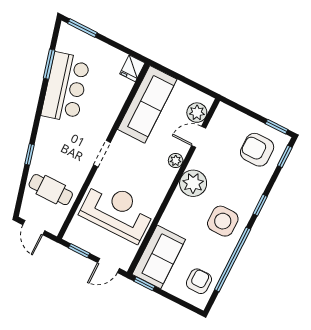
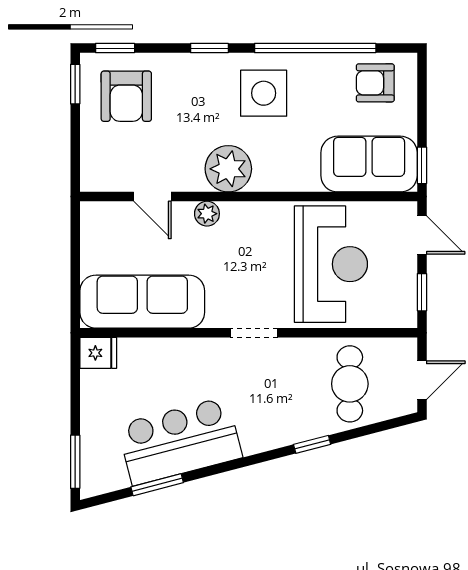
plant: (197, 113) -> (116, 218), removed
reception desk: (117, 211) -> (331, 264), turned 180

